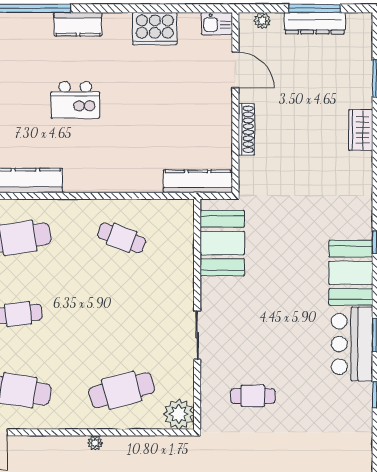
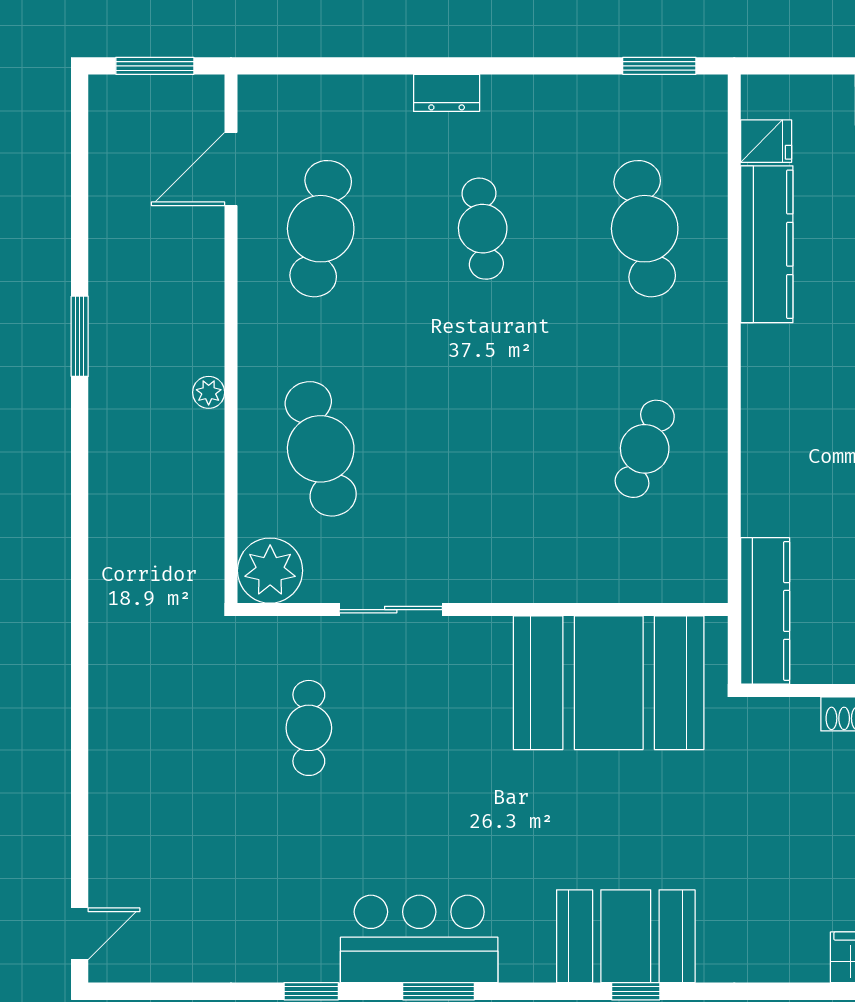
booth: (222, 243) -> (609, 683), width x1.36, depth x1.42
booth: (351, 273) -> (626, 936), moved
sliding door: (197, 335) -> (391, 610), moved

